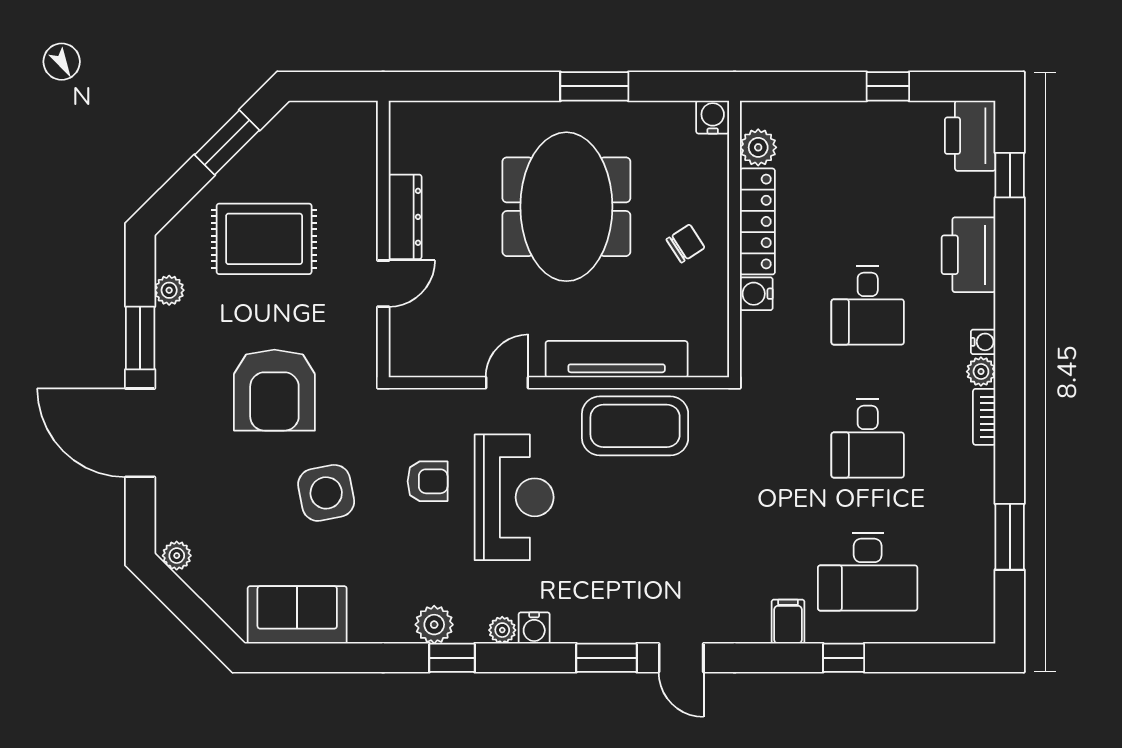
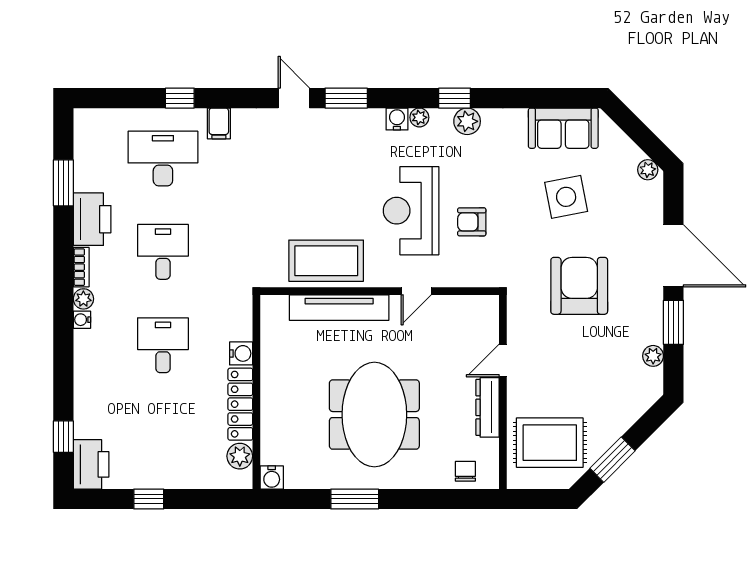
rug: (264, 239) -> (550, 443), moved
chair: (685, 244) -> (465, 471), moved, turned 123
printer: (969, 255) -> (92, 219), moved
side table: (326, 493) -> (566, 197), moved

